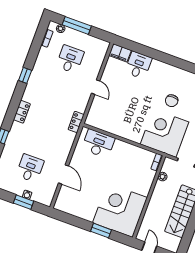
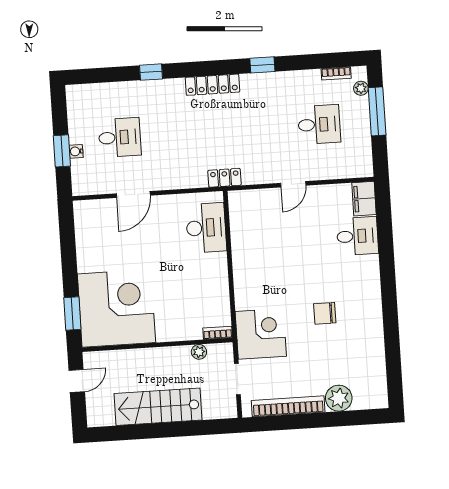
locker: (22, 112) -> (212, 85), width x1.53
corner desk: (165, 133) -> (261, 334), width x0.74, depth x0.74
window: (101, 231) -> (72, 314), moved

